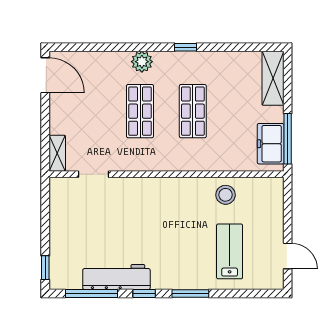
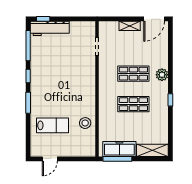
freezer: (271, 144) -> (119, 149), width x1.40
shelving: (57, 153) -> (130, 26), moved
workbench: (116, 277) -> (50, 28), moved, turned 90

